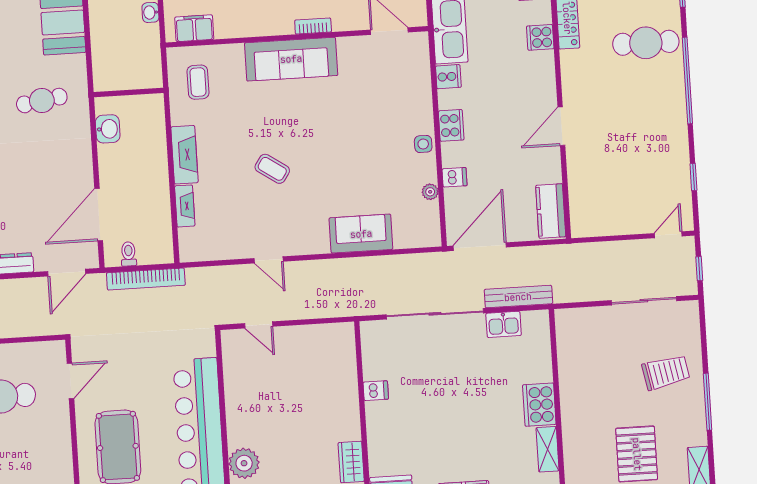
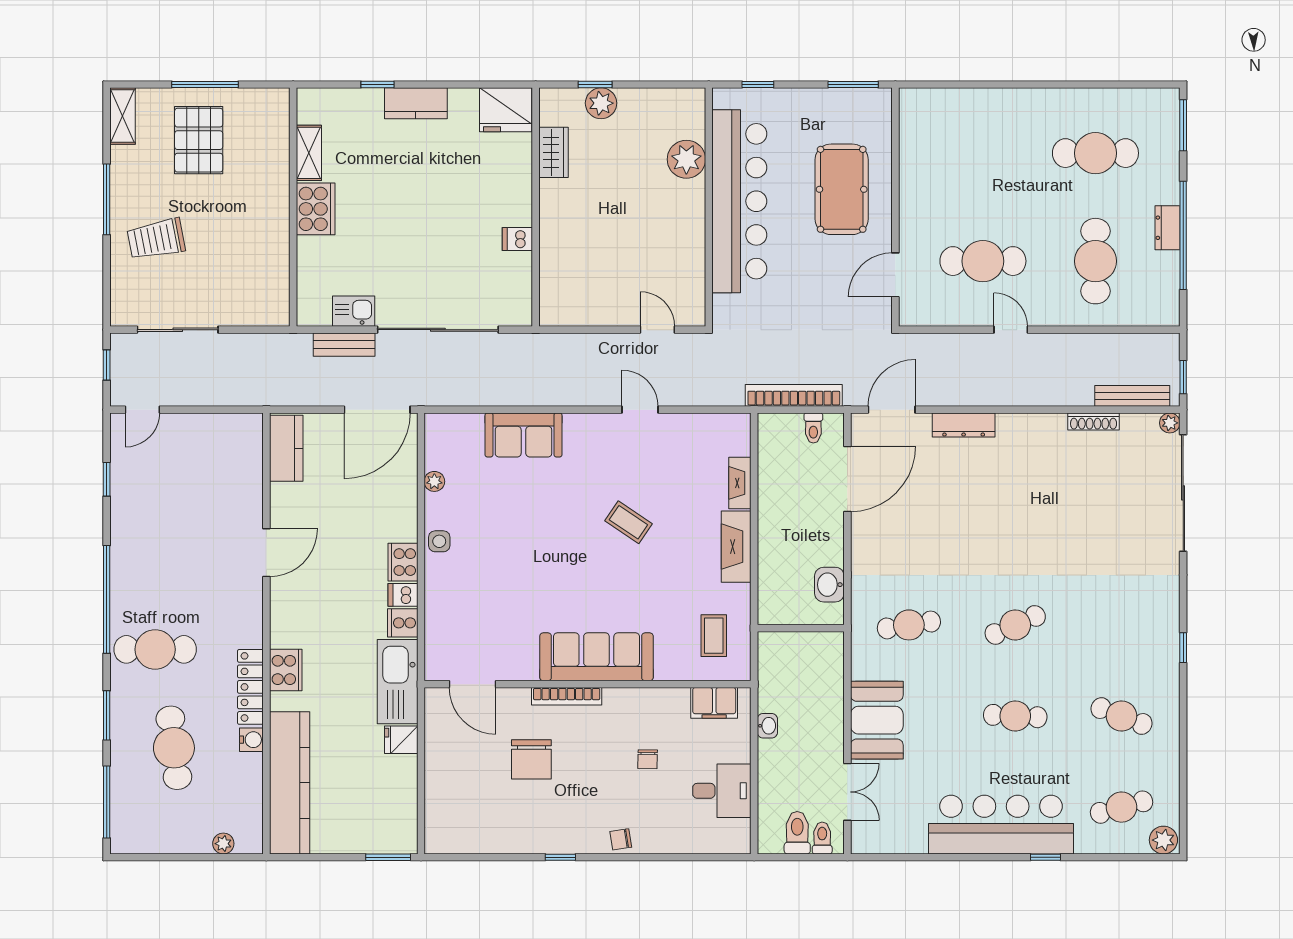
bookcase: (313, 26) -> (567, 696), width x1.56
cooker: (540, 37) -> (286, 670), width x1.36
dishwasher: (455, 177) -> (403, 595), moved
bench: (518, 297) -> (344, 345), width x0.73

